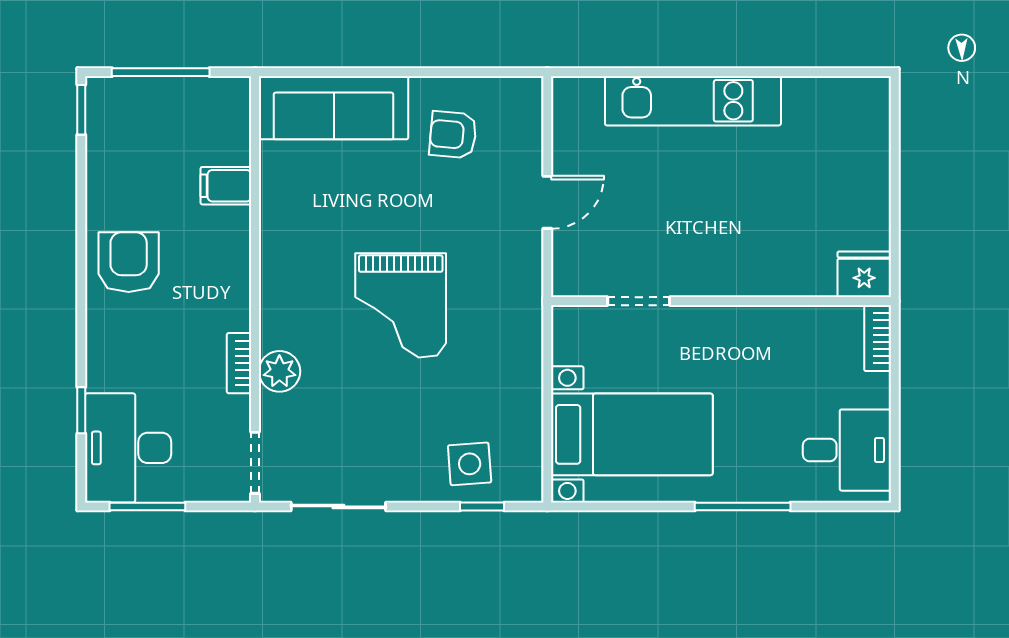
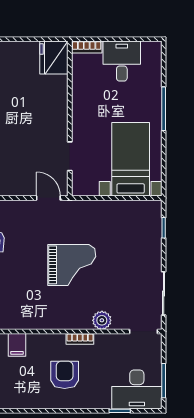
door: (547, 202) -> (48, 198), moved
armchair: (129, 262) -> (65, 375), moved, turned 90
fridge: (864, 274) -> (54, 58), width x1.36, depth x1.34
bookcase: (239, 363) -> (80, 339), moved
desk: (847, 450) -> (122, 61), moved
side table: (470, 464) -> (144, 233), removed

